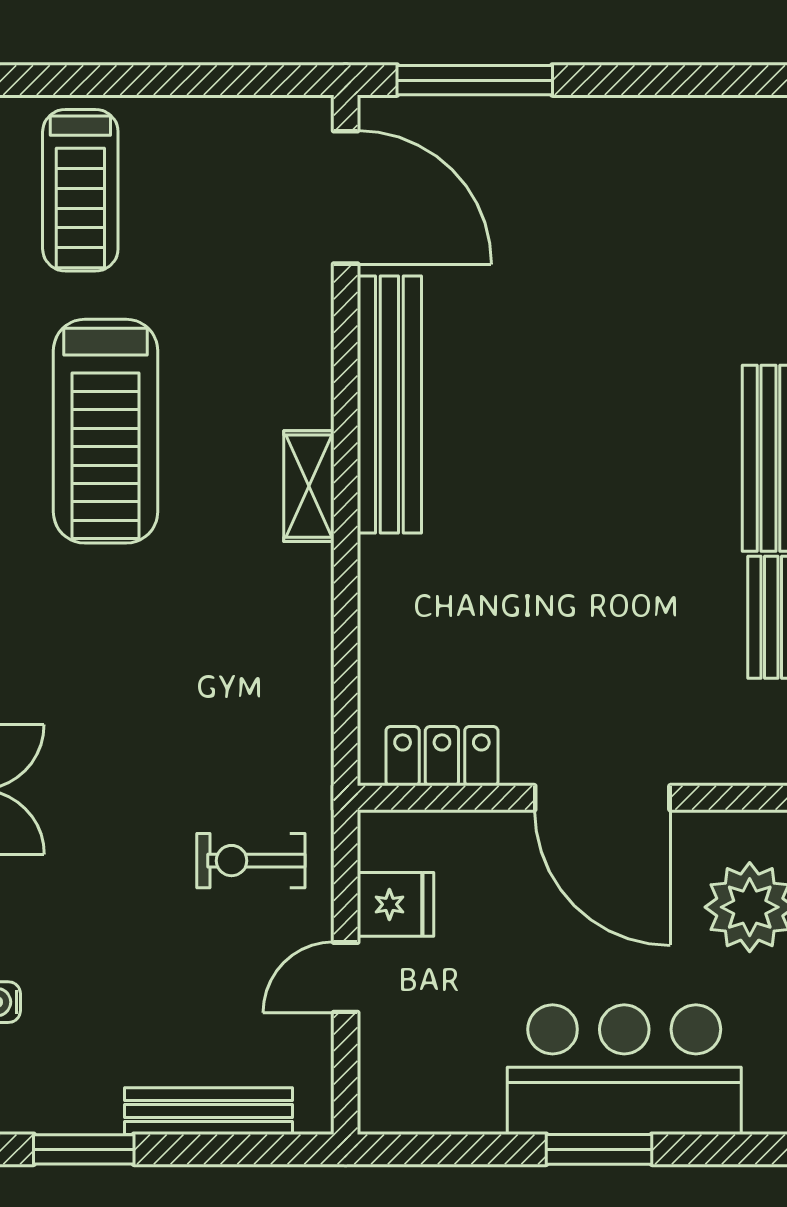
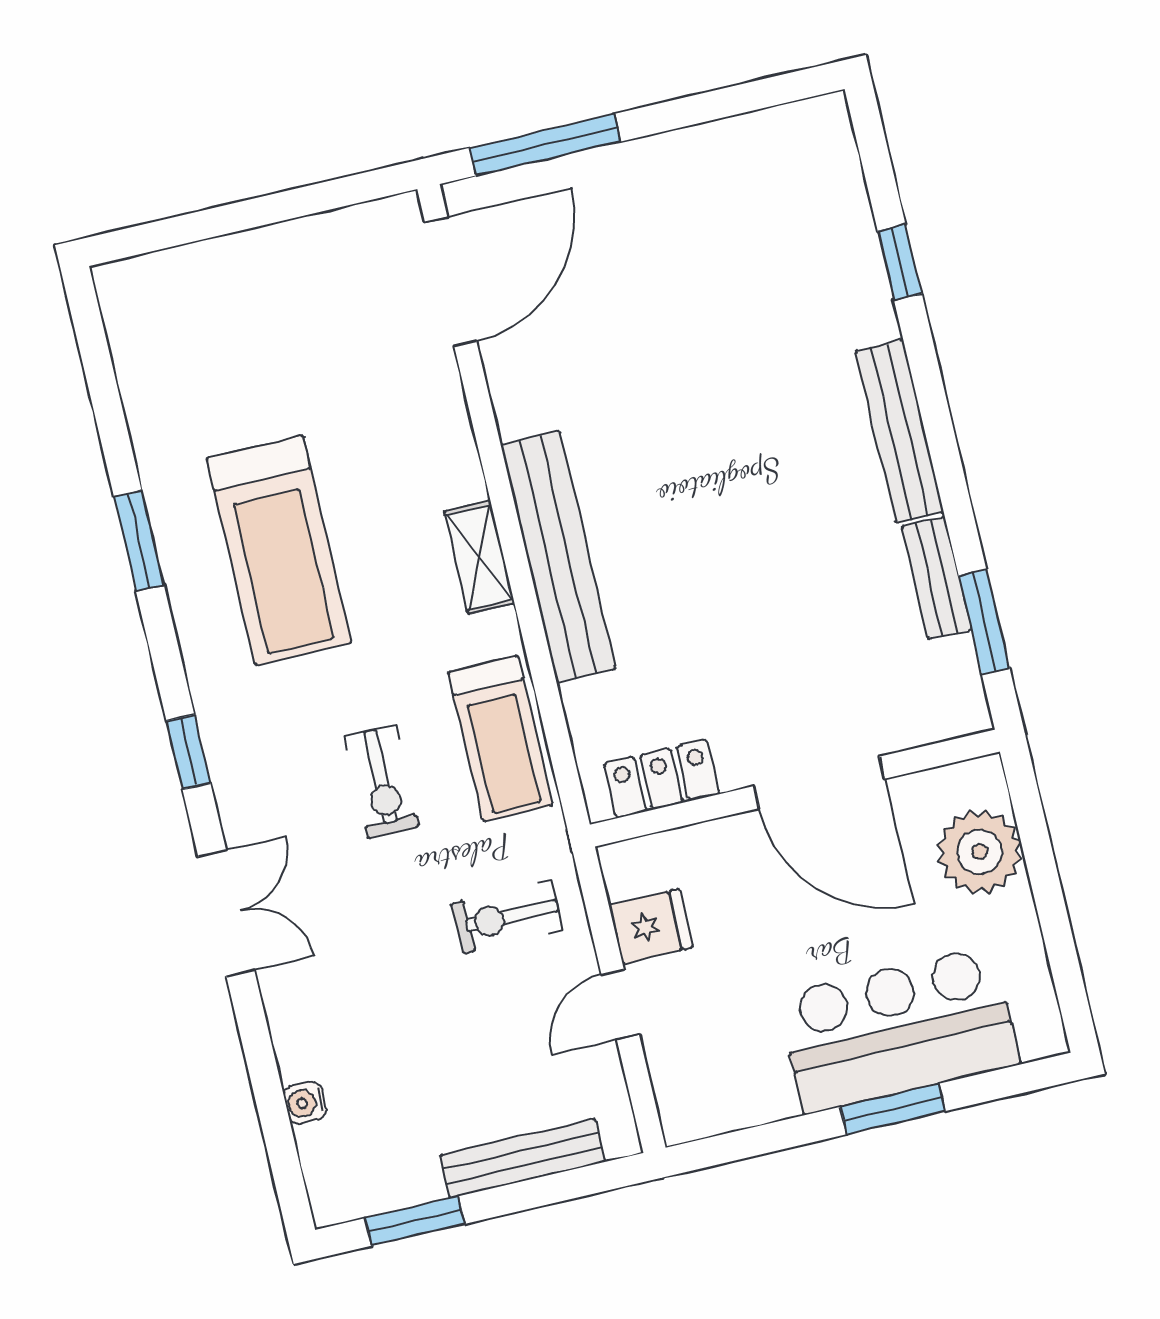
treadmill: (80, 190) -> (501, 739), moved
door: (346, 197) -> (451, 282), hinge flipped
bench: (389, 404) -> (558, 557), moved
exercise bike: (155, 692) -> (382, 782), added

